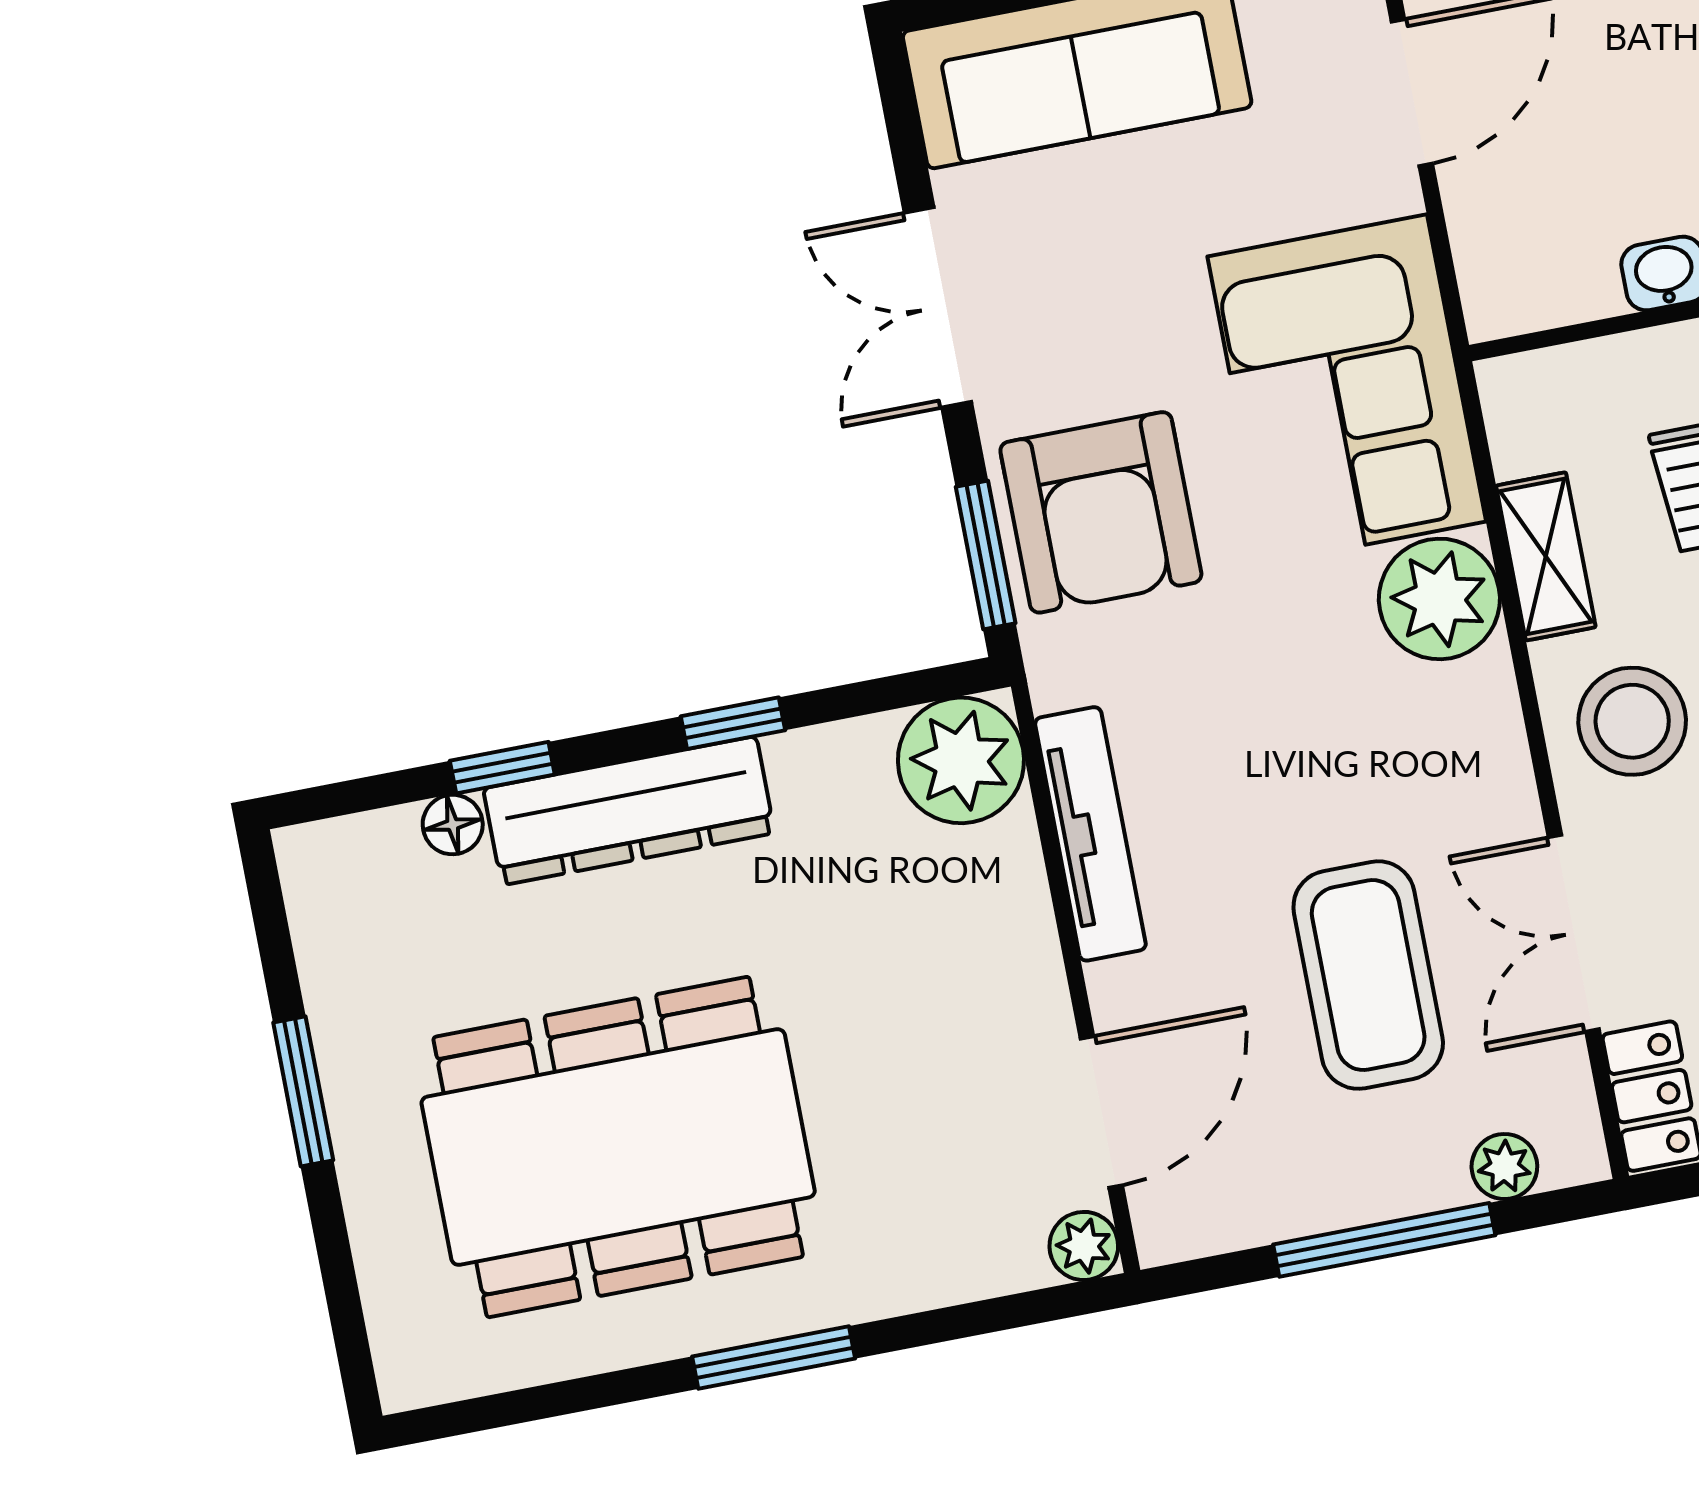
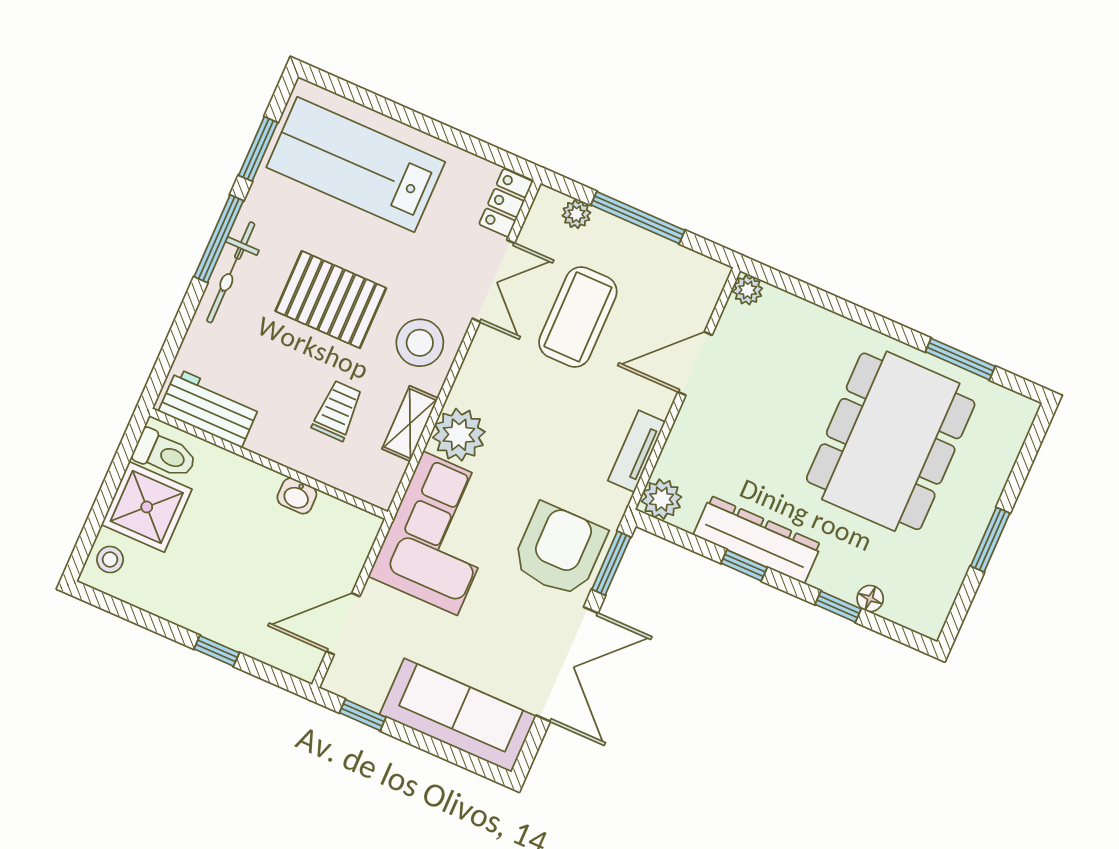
double door: (938, 307) -> (567, 664), width x1.37
plant: (961, 760) -> (662, 499), width x0.73, depth x0.73
dresser: (629, 811) -> (757, 540), moved
tv unit: (1090, 834) -> (637, 451), width x0.71
door: (1101, 1112) -> (695, 363), moved
dining table: (618, 1147) -> (891, 441), turned 90
window: (774, 1357) -> (960, 359), moved

